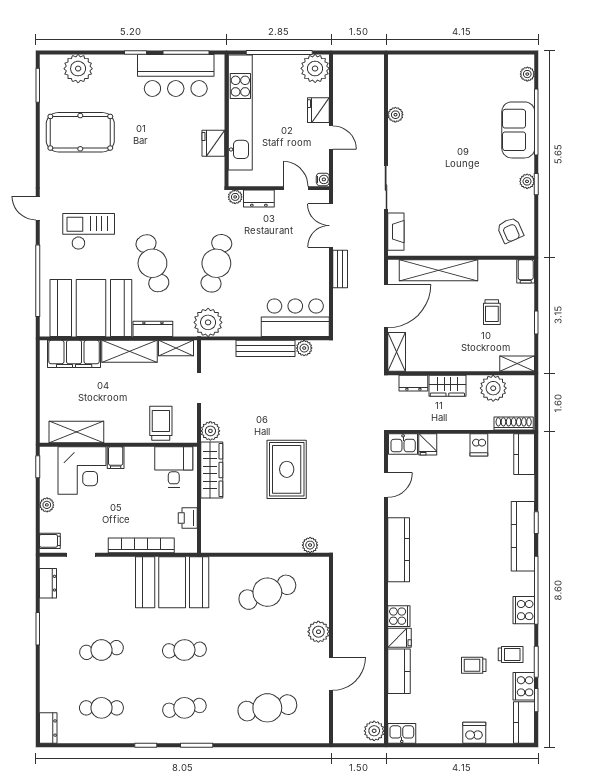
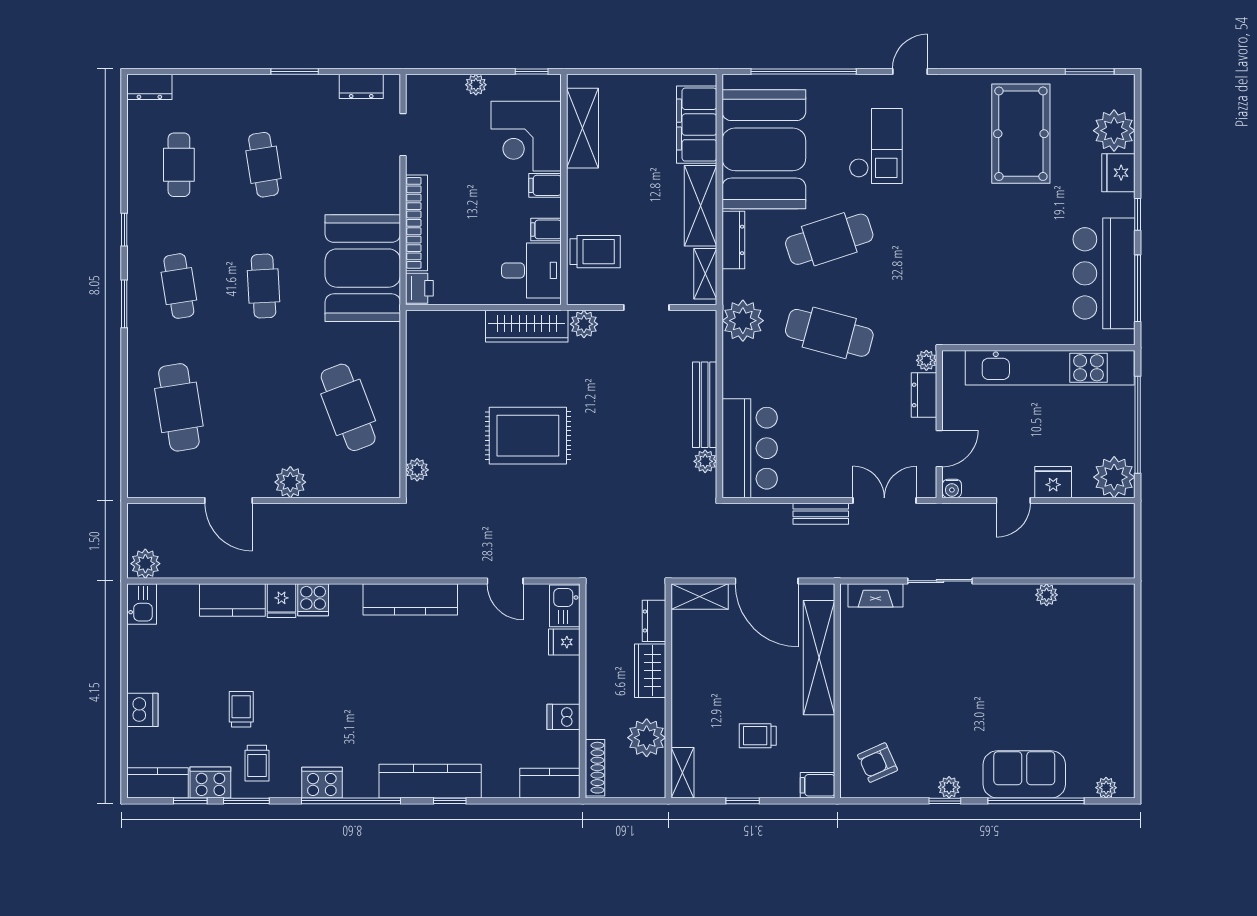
fridge: (213, 143) -> (1118, 173), moved, turned -90
printer: (188, 518) -> (419, 288), moved, turned 90
filing cabinet: (50, 541) -> (546, 229), moved, turned 90

